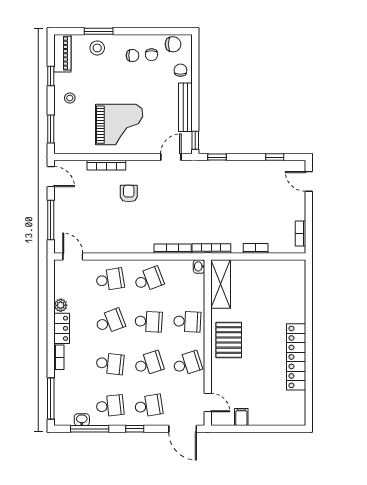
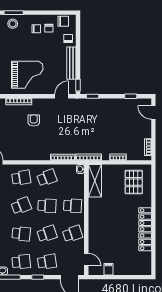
pallet: (229, 340) -> (134, 182), moved

